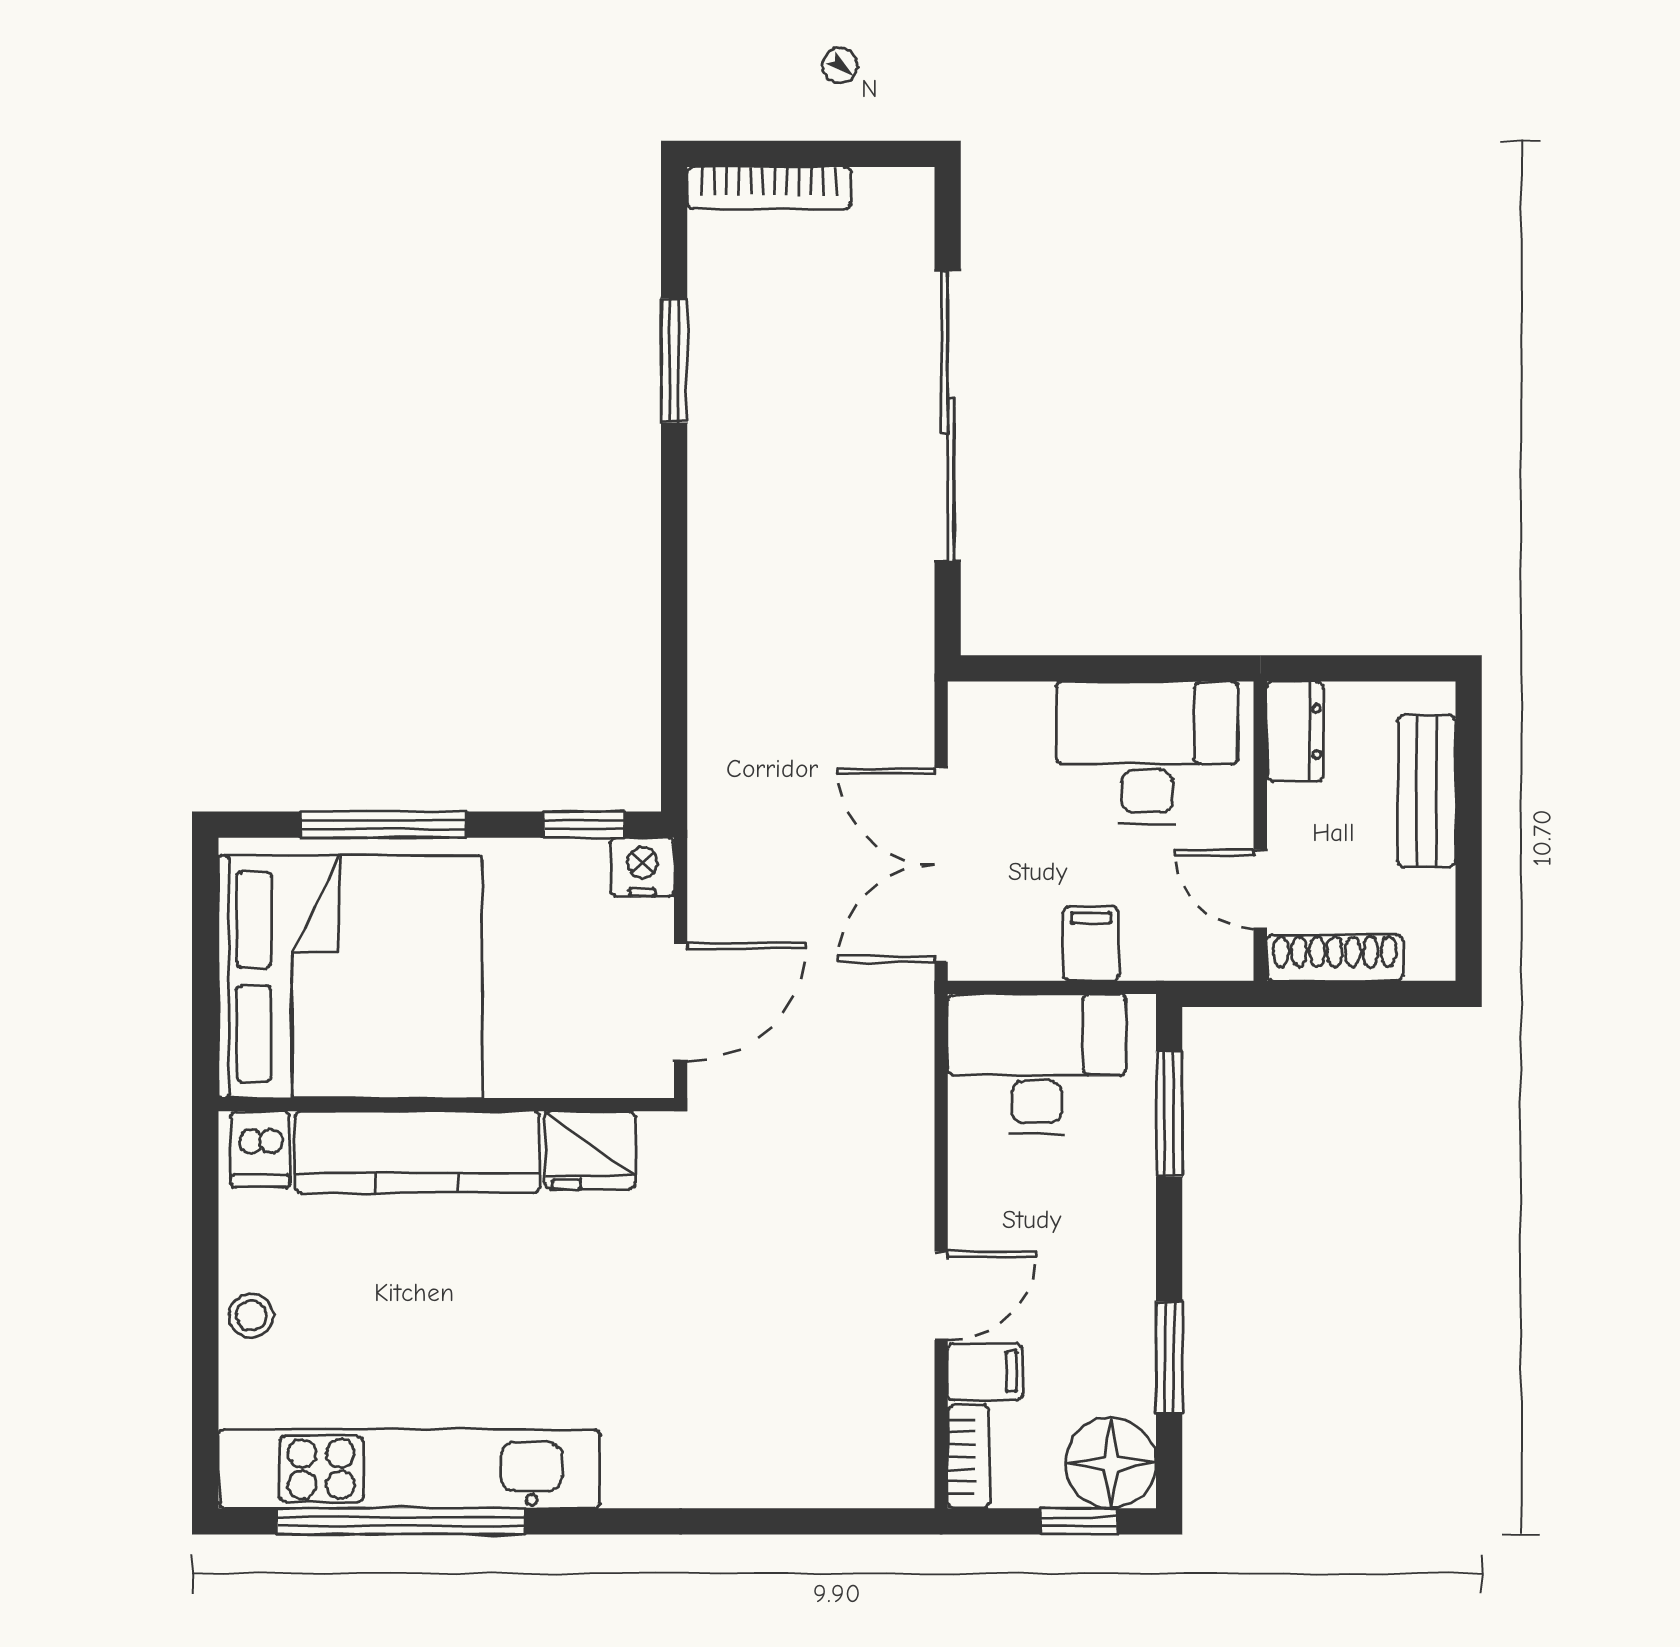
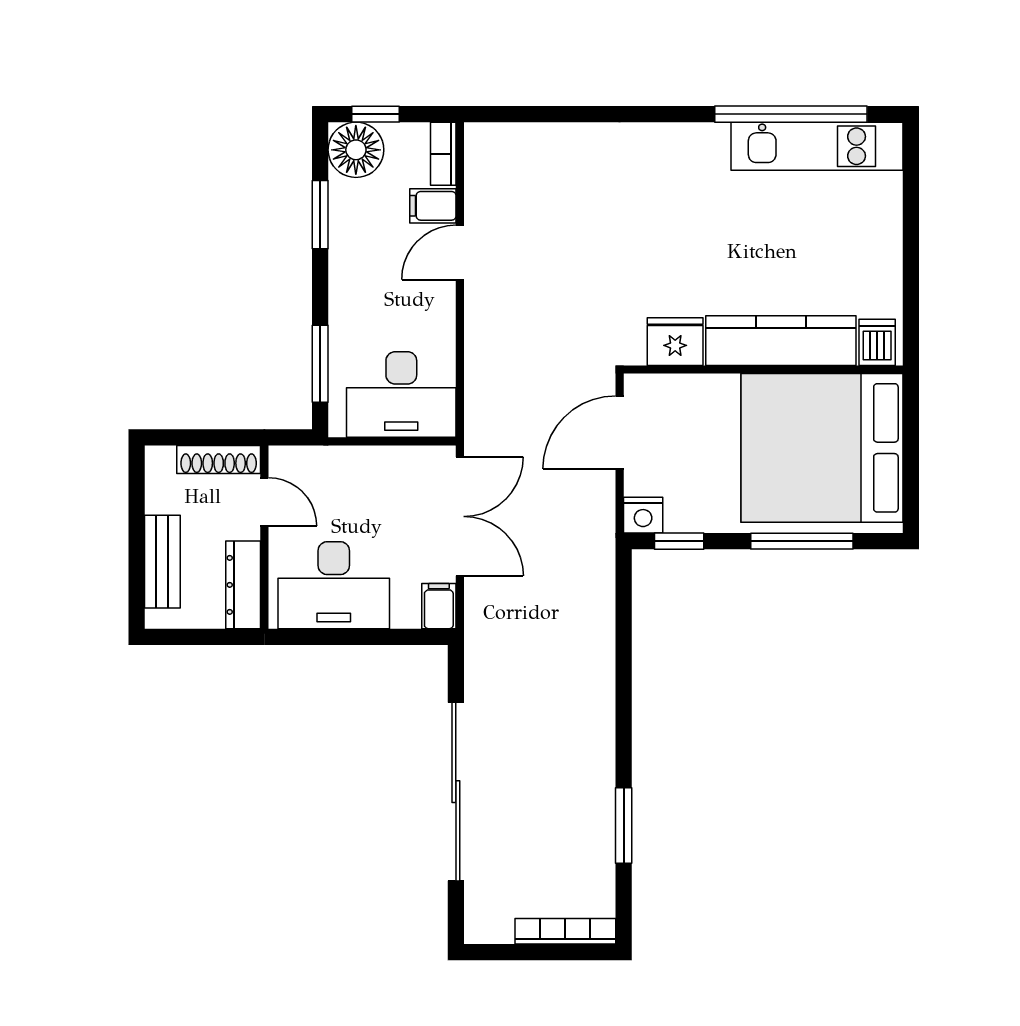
dresser: (1295, 731) -> (243, 585), width x1.44
filing cabinet: (1091, 944) -> (439, 606), moved, turned 180
stool: (251, 1315) -> (883, 240), removed
kitchen unit: (409, 1469) -> (817, 146), width x0.73

